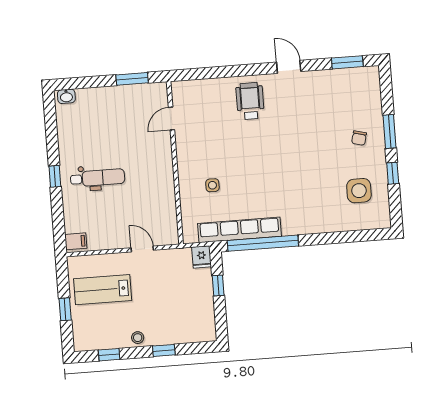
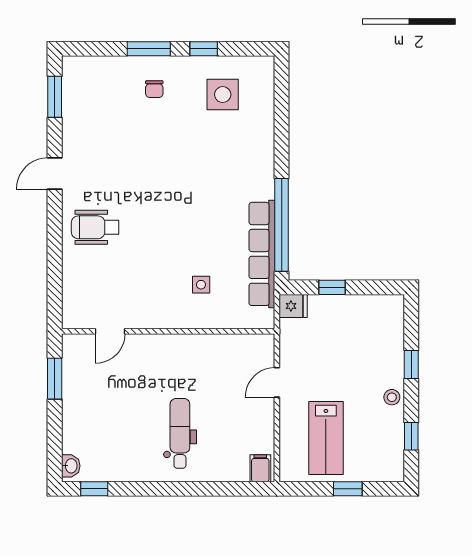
door: (171, 119) -> (110, 331), hinge flipped
chair: (359, 138) -> (154, 89), turned 76
window: (55, 176) -> (94, 489), moved

